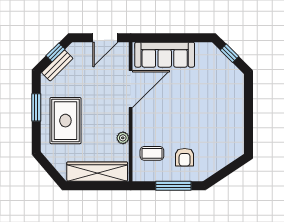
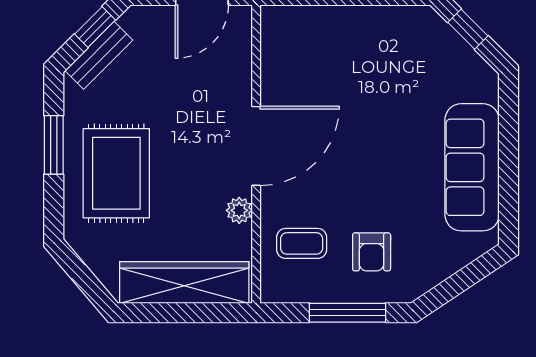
sofa: (165, 55) -> (472, 167), moved, turned 90
door: (131, 89) -> (256, 146), moved

